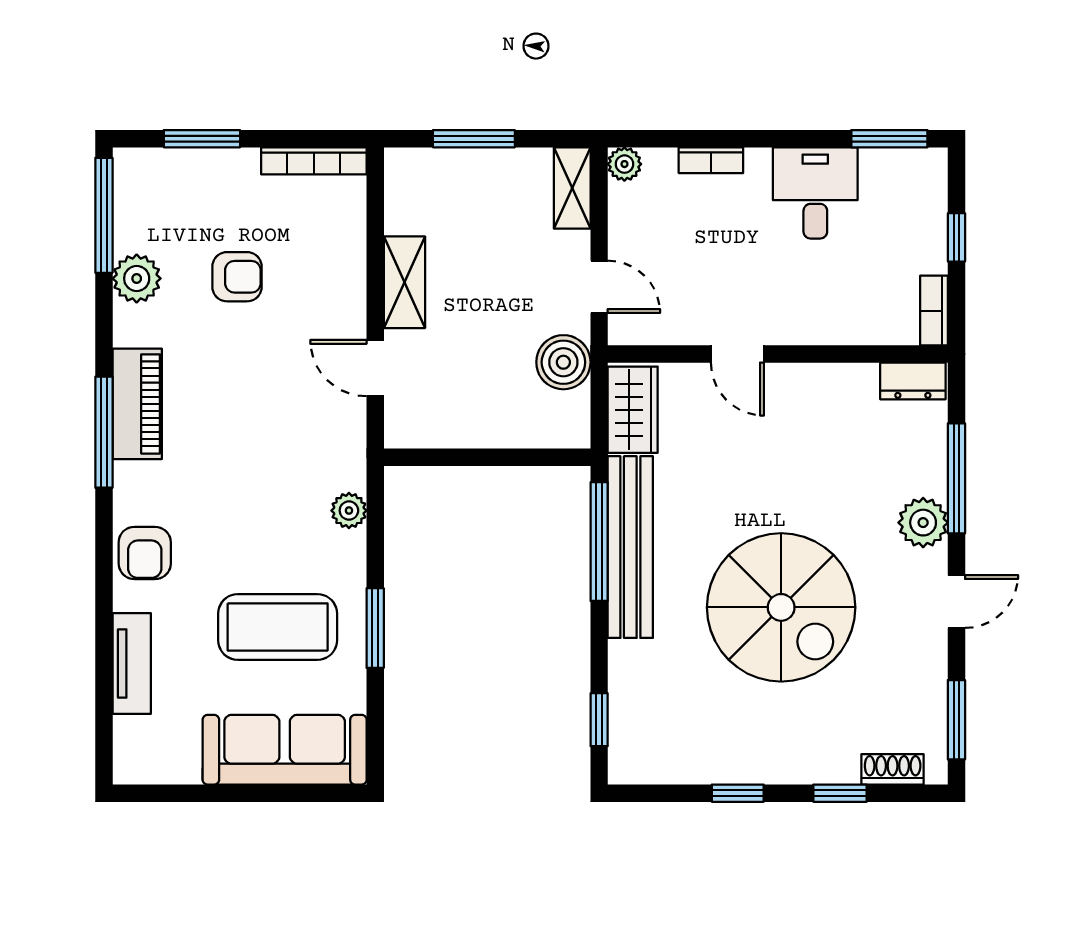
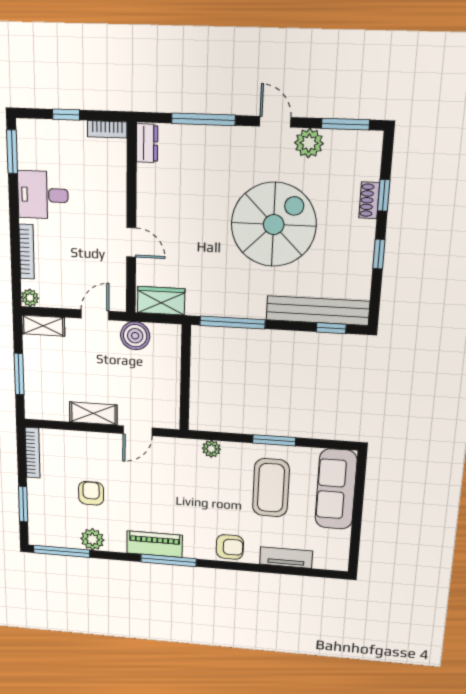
bookcase: (711, 160) -> (27, 252), width x1.56
door: (737, 354) -> (131, 242), hinge flipped
plant: (923, 523) -> (309, 143), moved
bench: (630, 547) -> (318, 311), moved
shoe rack: (893, 769) -> (369, 200), moved

